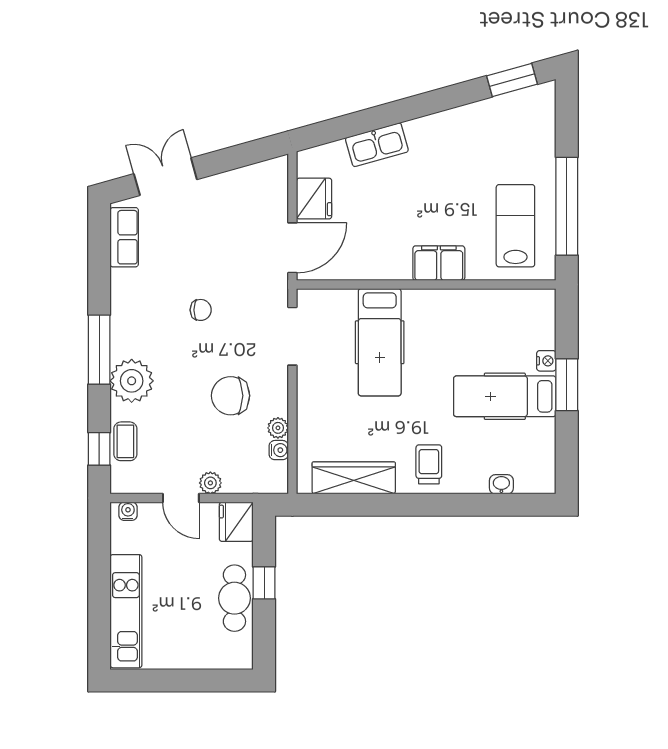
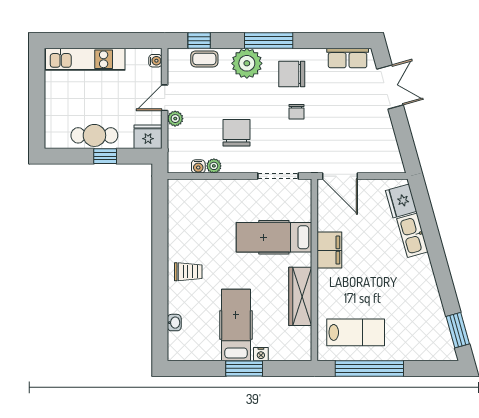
fridge: (314, 199) -> (401, 201), moved, turned 74
filing cabinet: (439, 263) -> (329, 250), moved
chair: (147, 317) -> (292, 74), added
wardrobe: (354, 478) -> (300, 296), moved, turned 180

